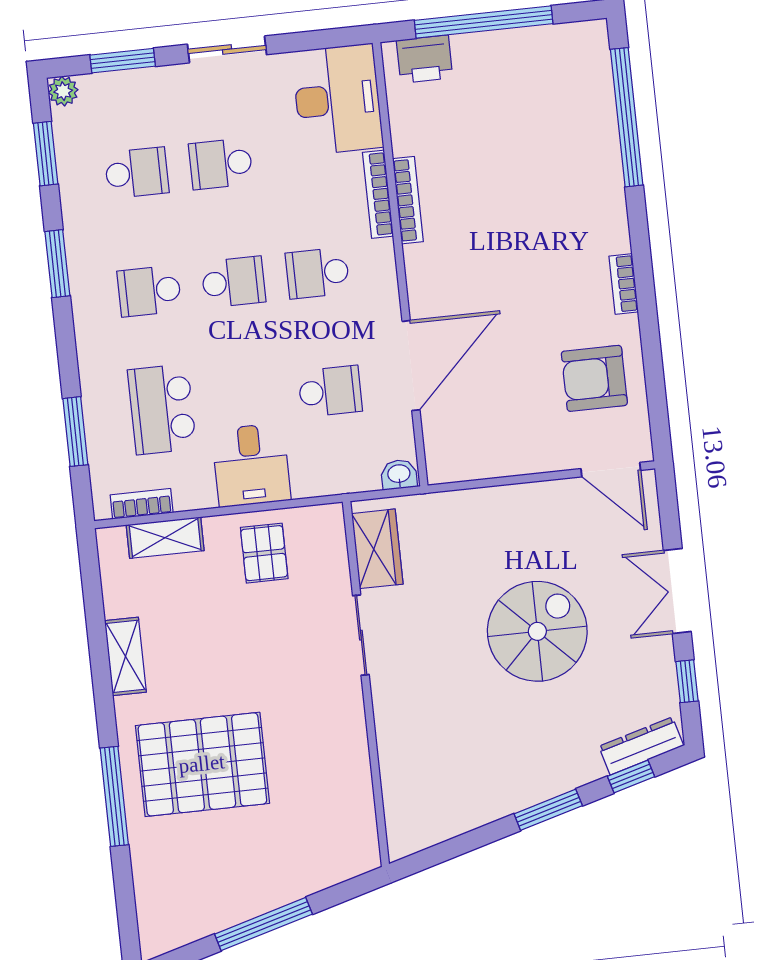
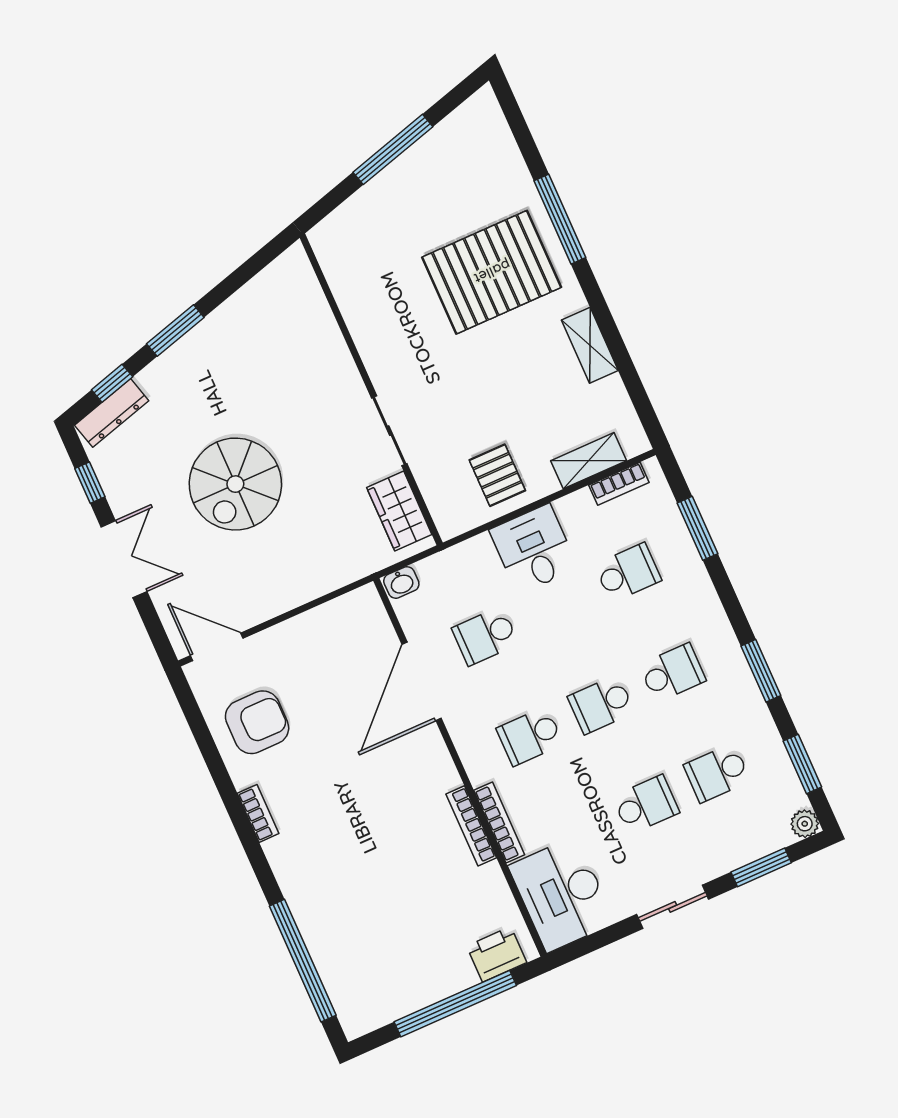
school desk: (317, 273) -> (530, 736), turned 180
school desk: (162, 409) -> (628, 573), width x0.54

